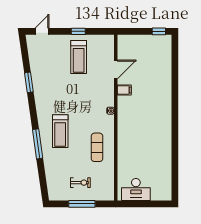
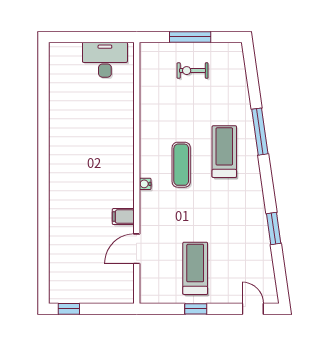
door: (42, 31) -> (253, 309), swing flipped
exercise mat: (97, 147) -> (181, 165), moved

